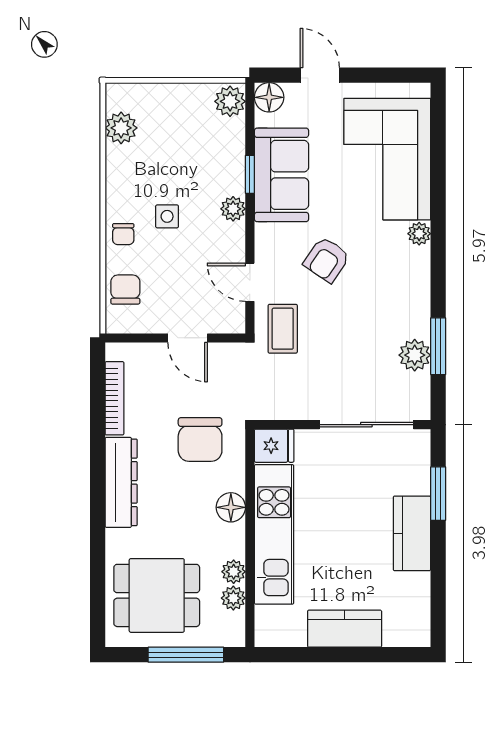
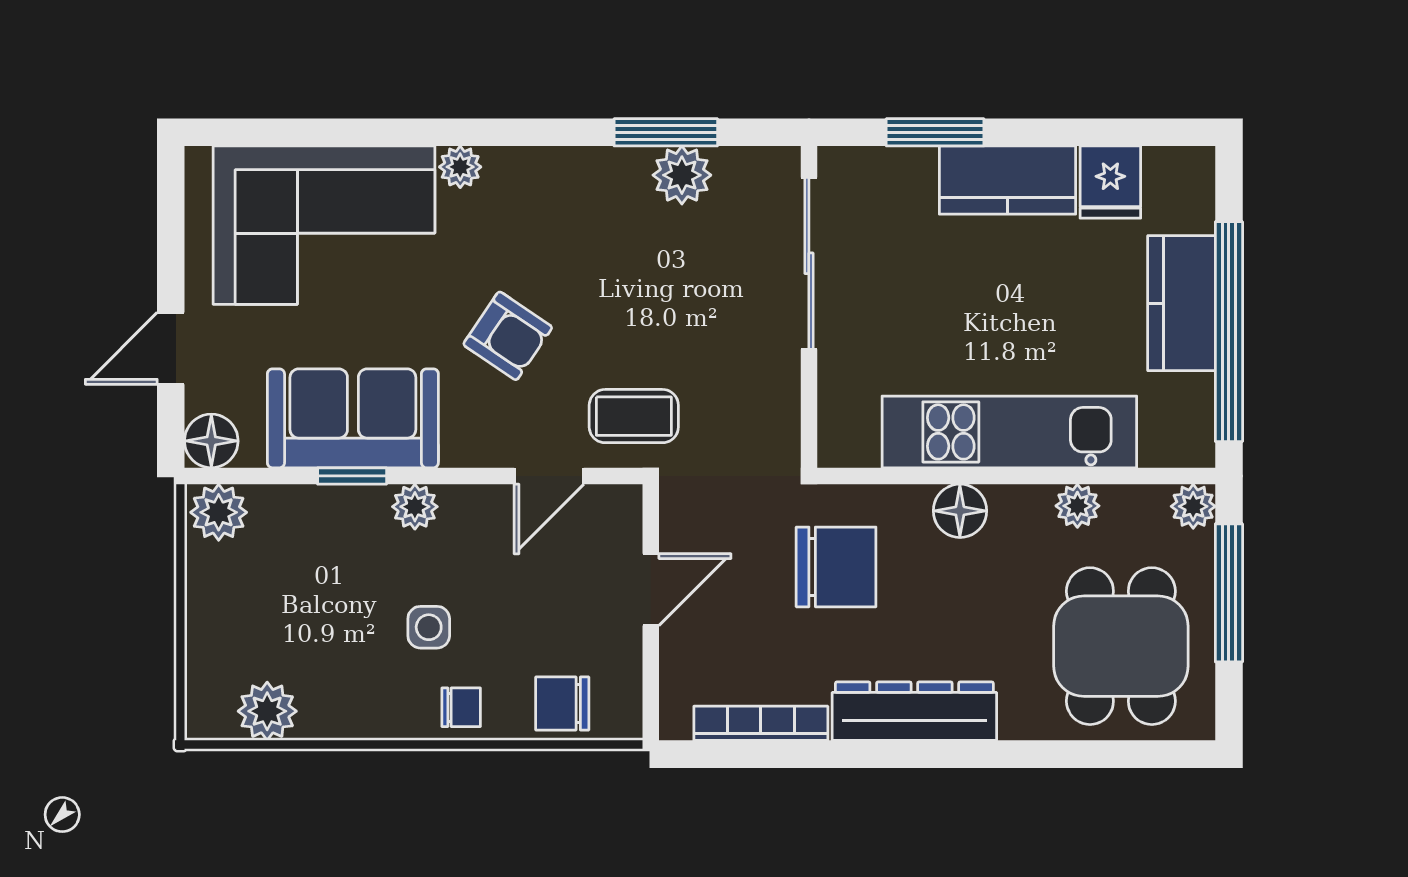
fridge: (274, 446) -> (1110, 182), moved, turned 180
plant: (233, 598) -> (1193, 506), moved
window: (329, 655) -> (1229, 332), added

